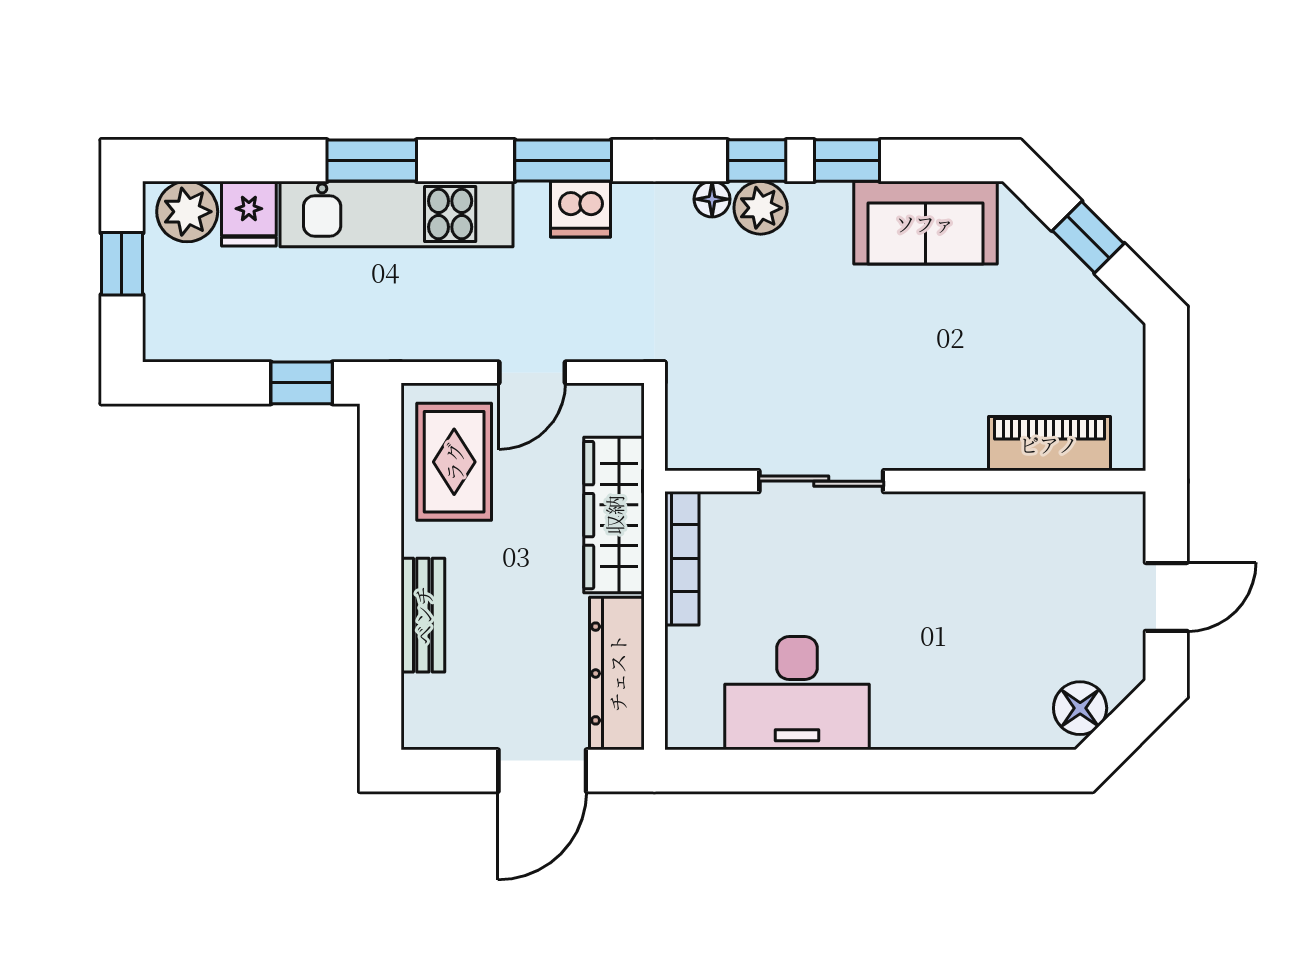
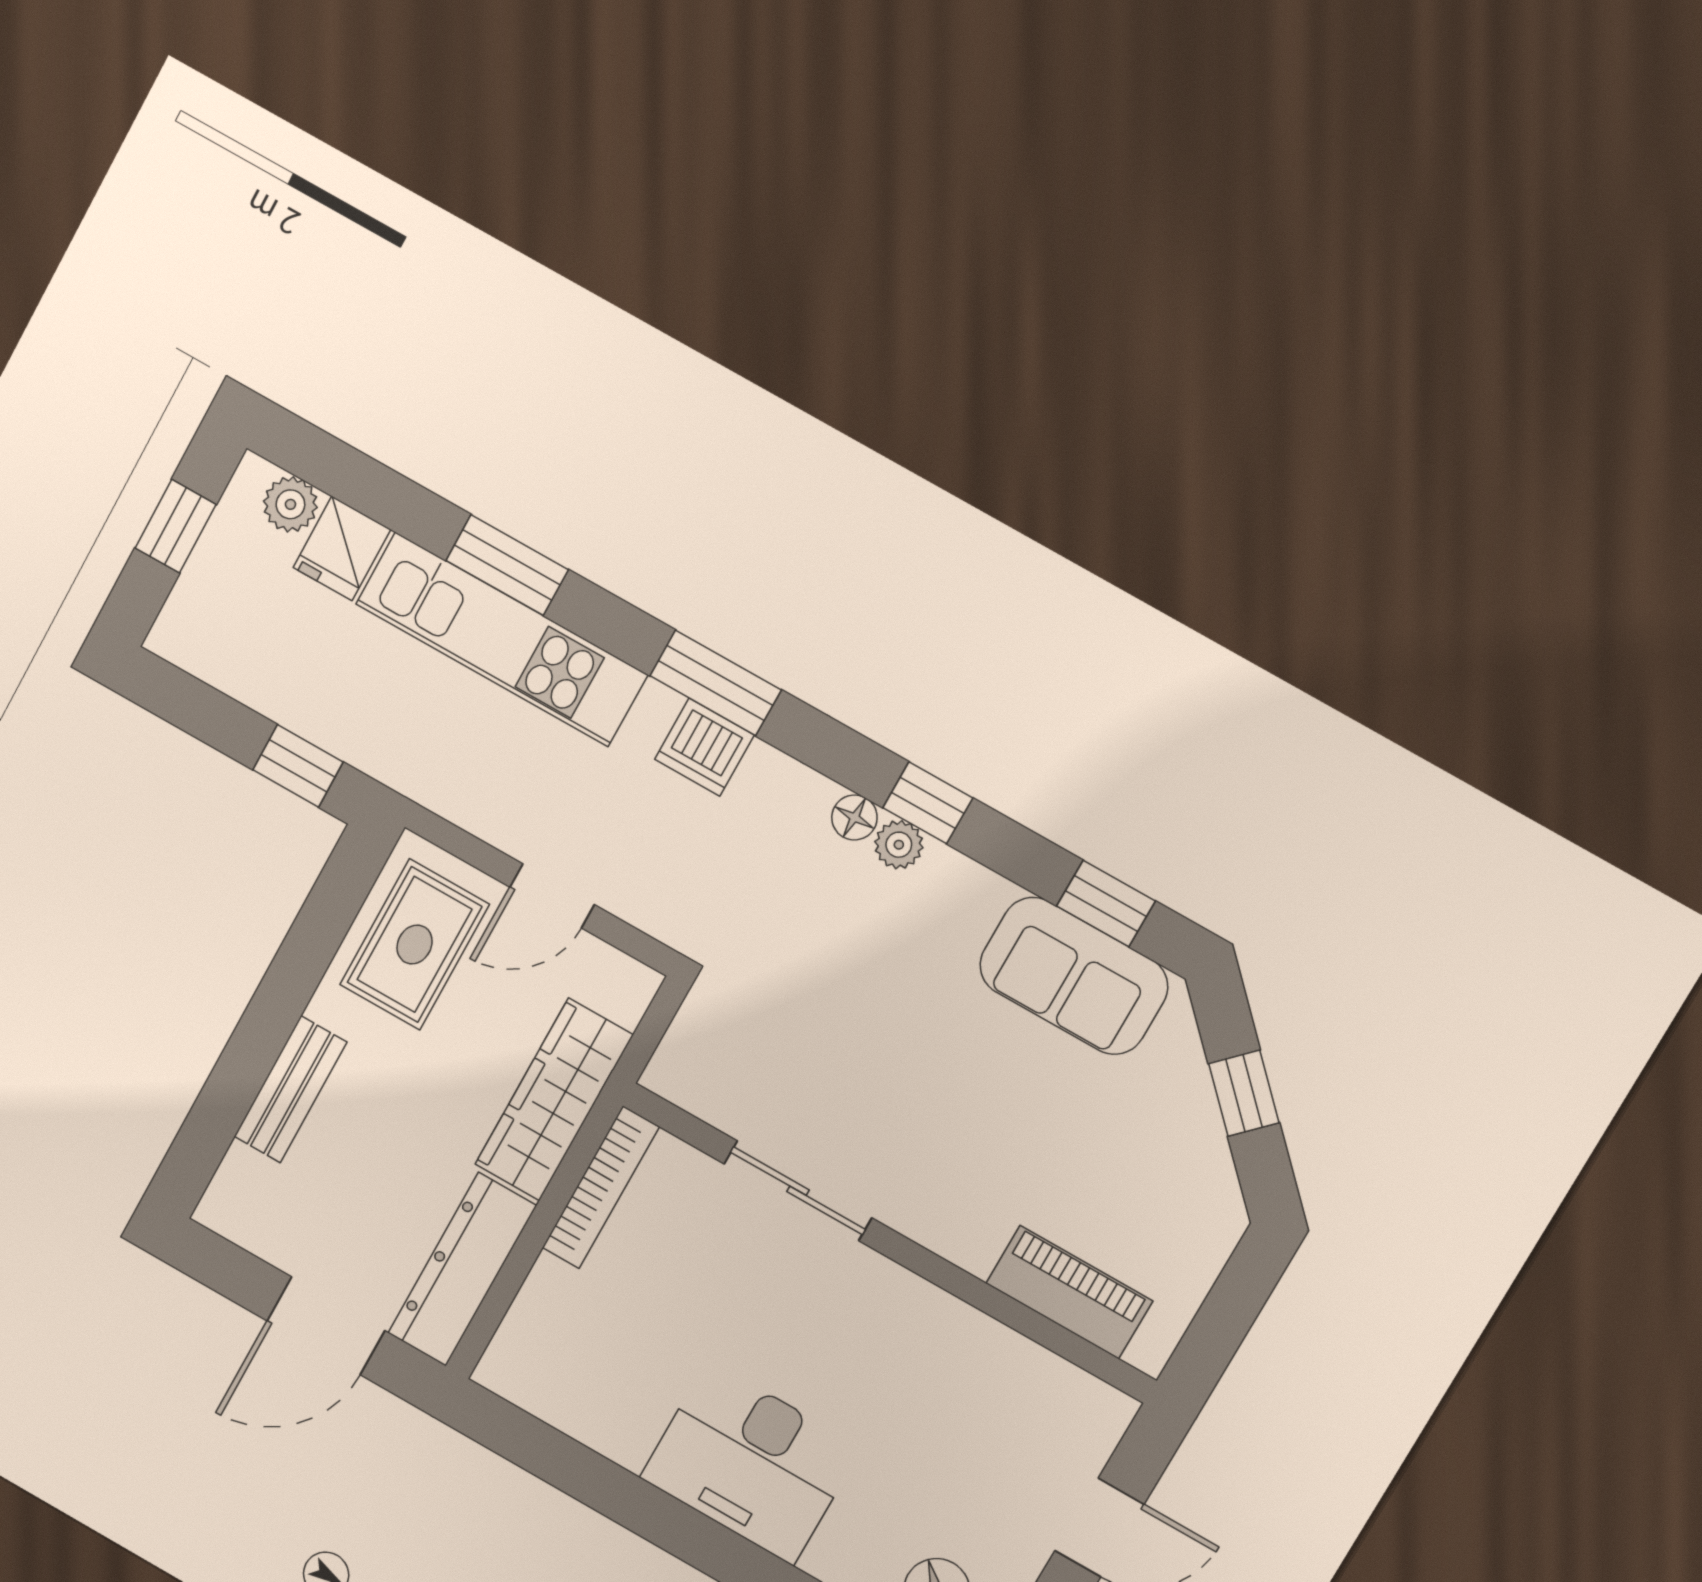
window: (847, 161) -> (1106, 903), moved
plant: (761, 208) -> (899, 845), width x0.73, depth x0.73
plant: (187, 212) -> (290, 504), width x0.73, depth x0.73
desk: (797, 693) -> (751, 1463), moved

